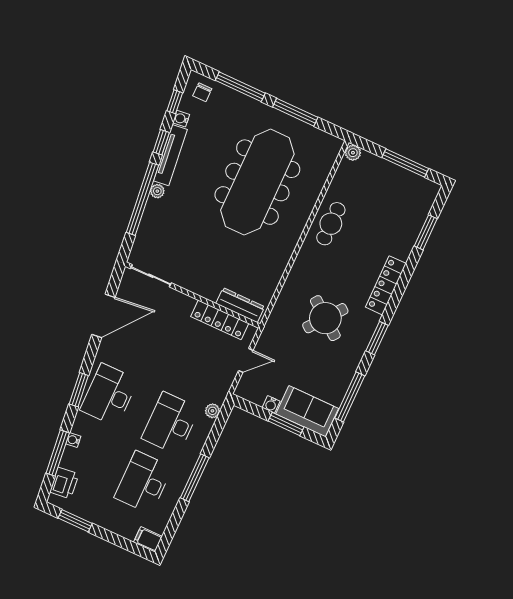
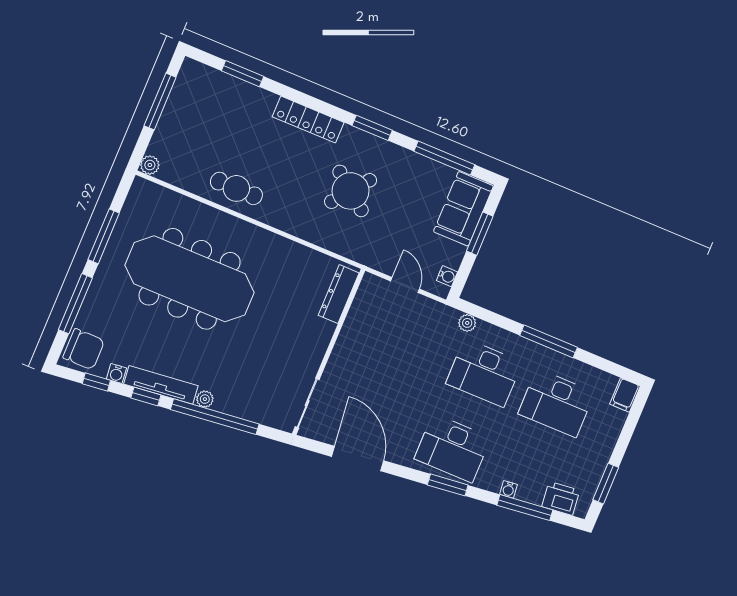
chair: (202, 92) -> (84, 349), width x1.87, depth x1.87
locker: (220, 320) -> (357, 318), removed
water cooler: (271, 404) -> (447, 276), moved

